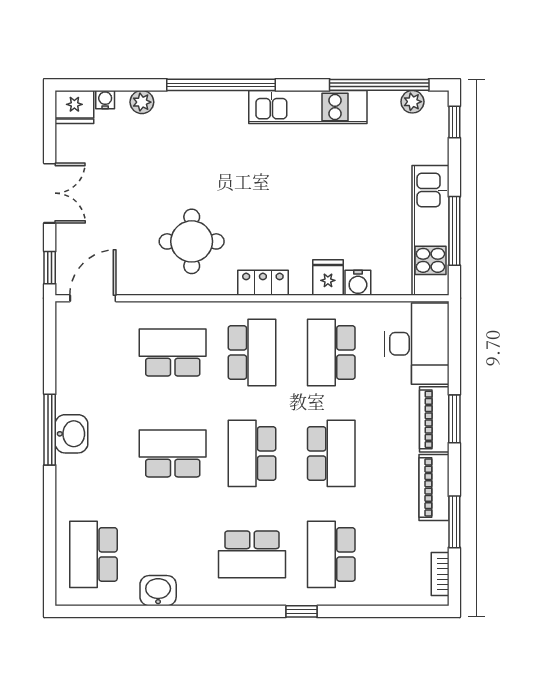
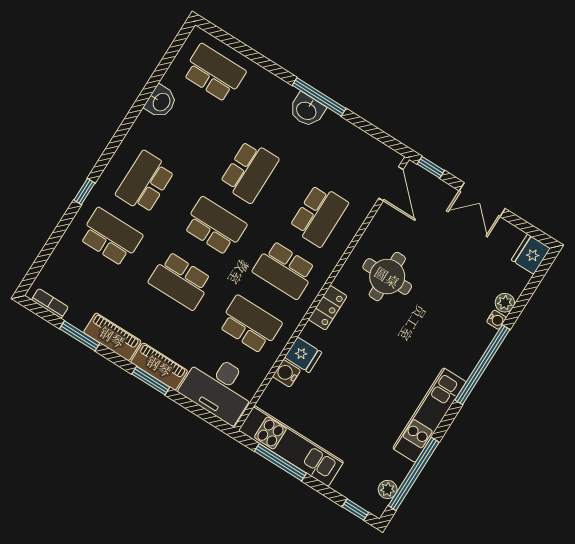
water cooler: (105, 100) -> (497, 320), moved

